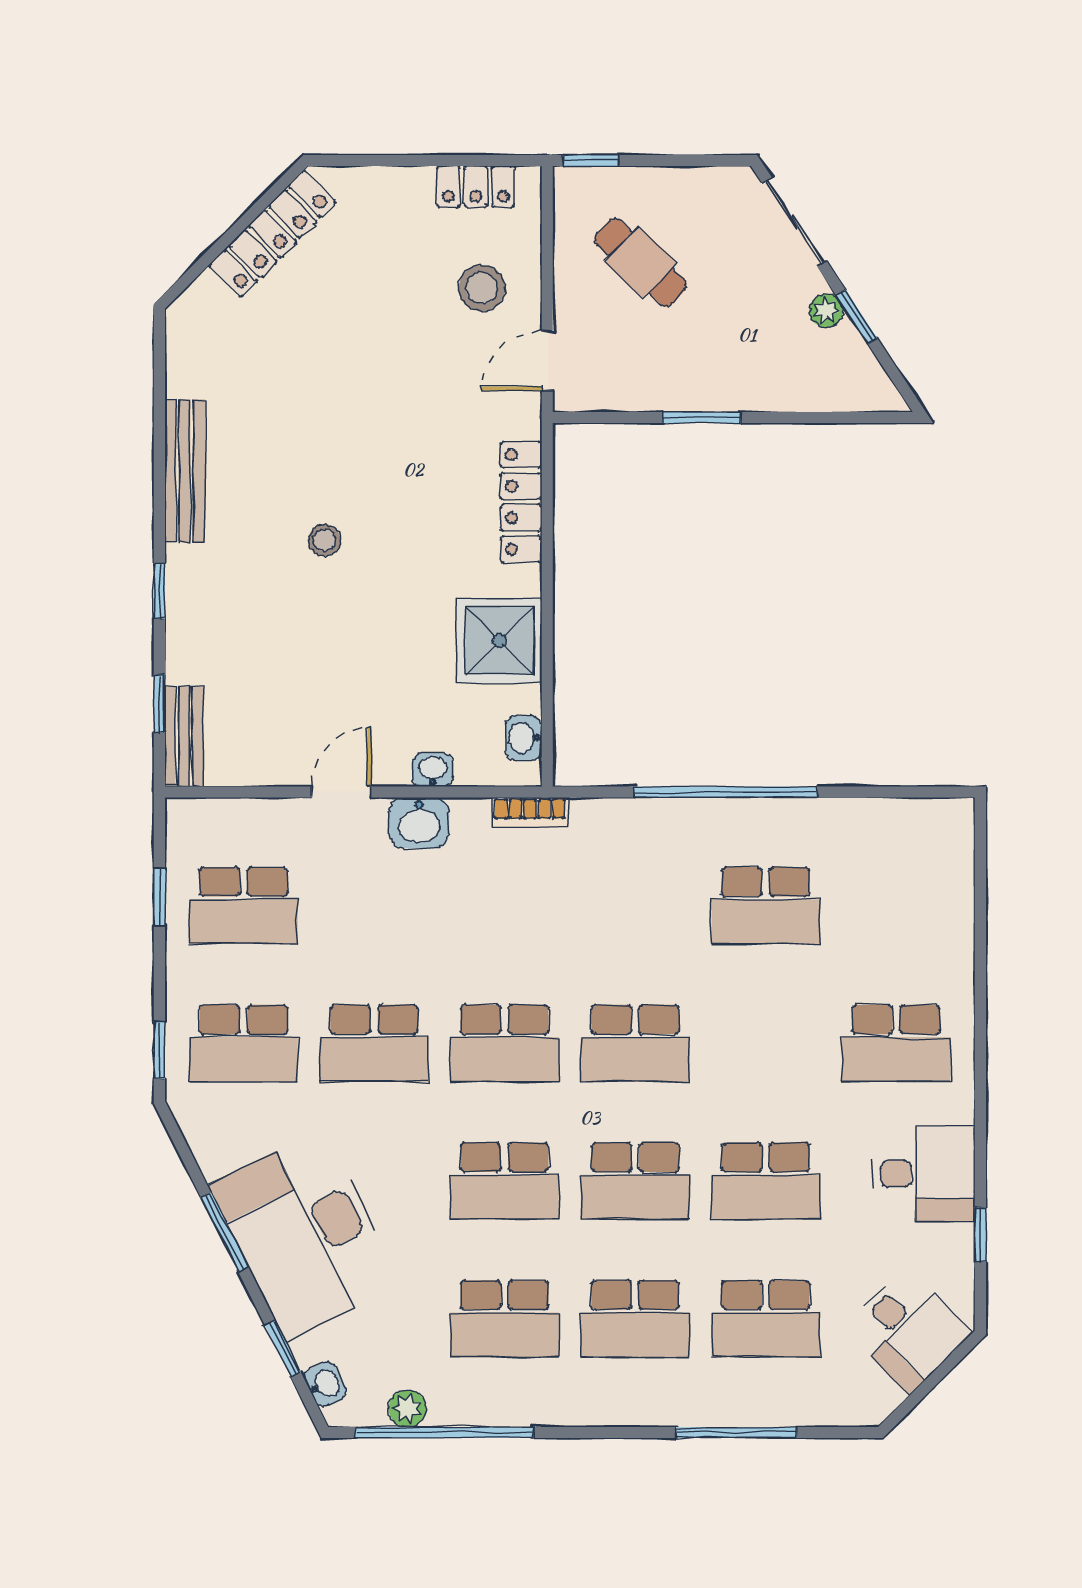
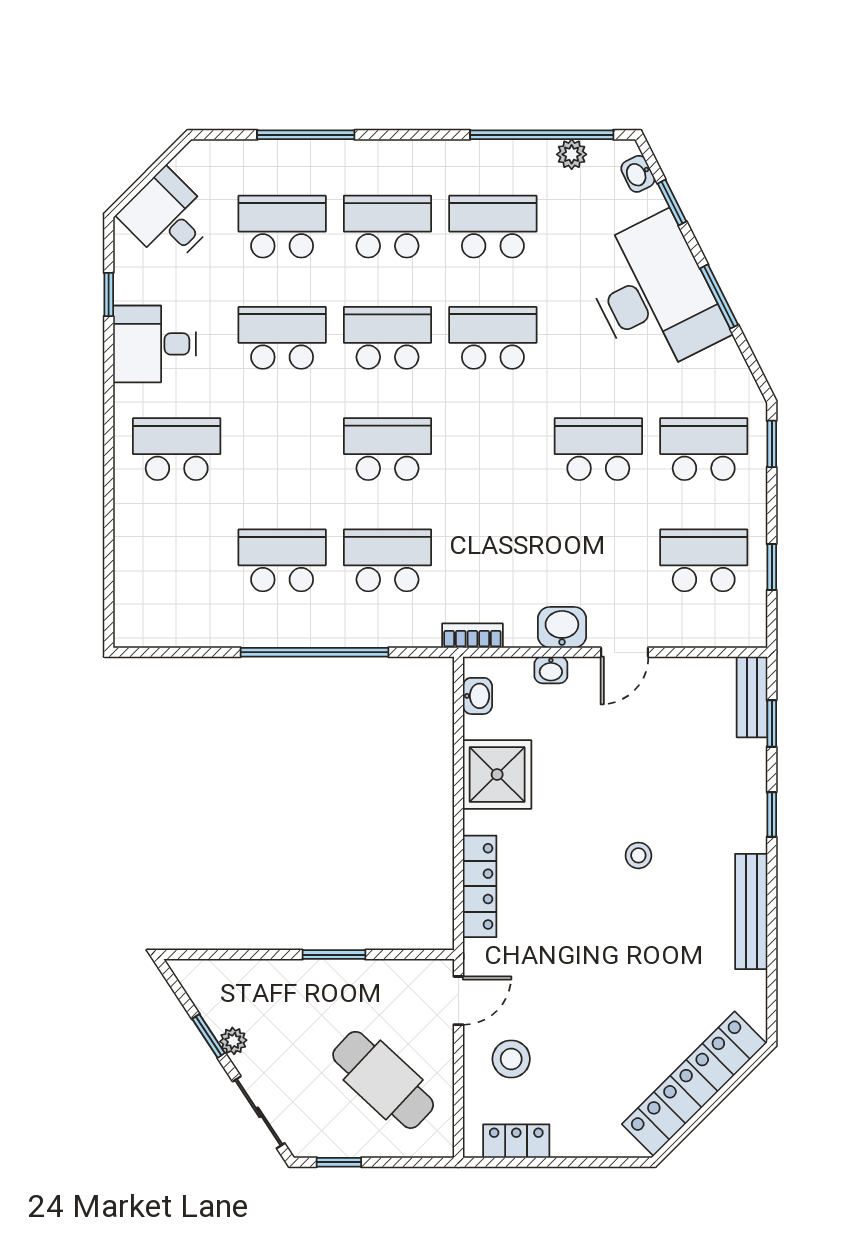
window: (591, 160) -> (339, 1162), moved
locker: (273, 234) -> (694, 1084), width x1.41, depth x1.21
cafe table: (641, 262) -> (383, 1080), width x1.37, depth x1.35
school desk: (505, 1043) -> (388, 560), moved

